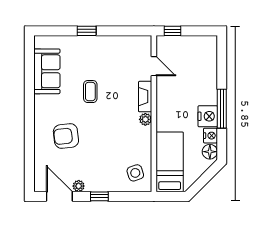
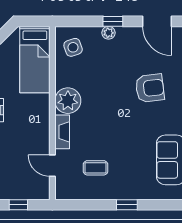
window: (172, 31) -> (18, 205), moved
coffee table: (90, 92) -> (96, 168), moved, turned 90
plant: (145, 119) -> (68, 101), width x1.88, depth x1.88
plant: (79, 186) -> (109, 33), moved

